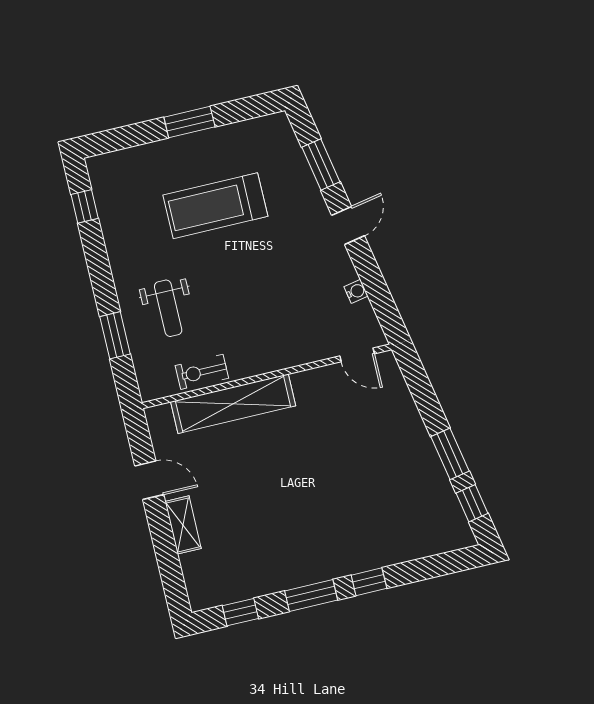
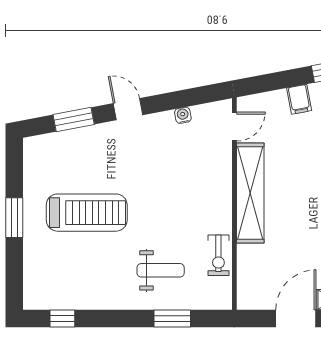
treadmill: (215, 206) -> (87, 213), turned -90
shelving: (233, 404) -> (250, 193), moved
filing cabinet: (407, 423) -> (299, 99), added
door: (149, 480) -> (296, 318), width x1.38

